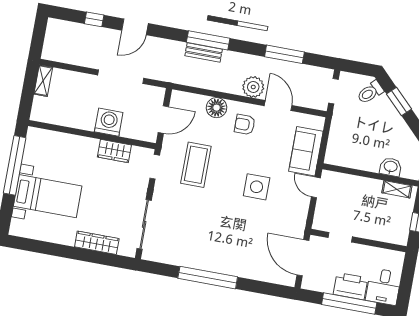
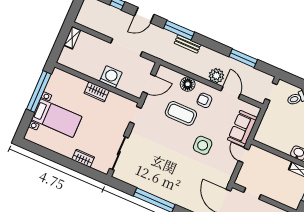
window: (208, 40) -> (179, 30), moved
wardrobe: (114, 151) -> (97, 92), moved
coffee table: (196, 165) -> (181, 113), moved, turned 90
wardrobe: (97, 243) -> (83, 158), width x0.67

